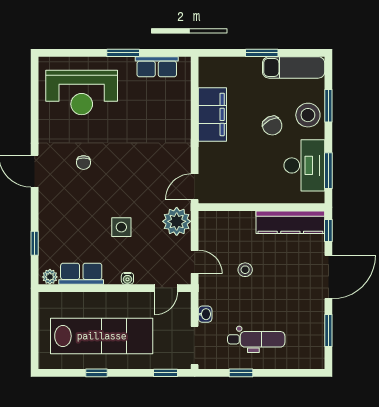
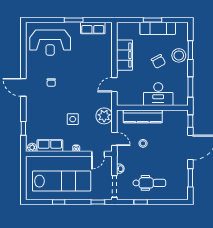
exam couch: (294, 67) -> (158, 28), moved
desk: (304, 165) -> (158, 94), moved, turned 90
door: (195, 187) -> (114, 85), moved
kitchen counter: (290, 222) -> (143, 116), moved

